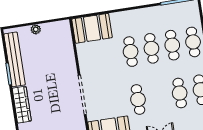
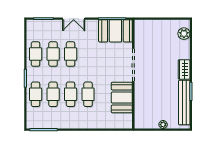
booth: (92, 28) -> (122, 97), moved, turned 90
cafe table: (138, 99) -> (71, 54), moved
wardrobe: (22, 105) -> (184, 69), width x0.67

